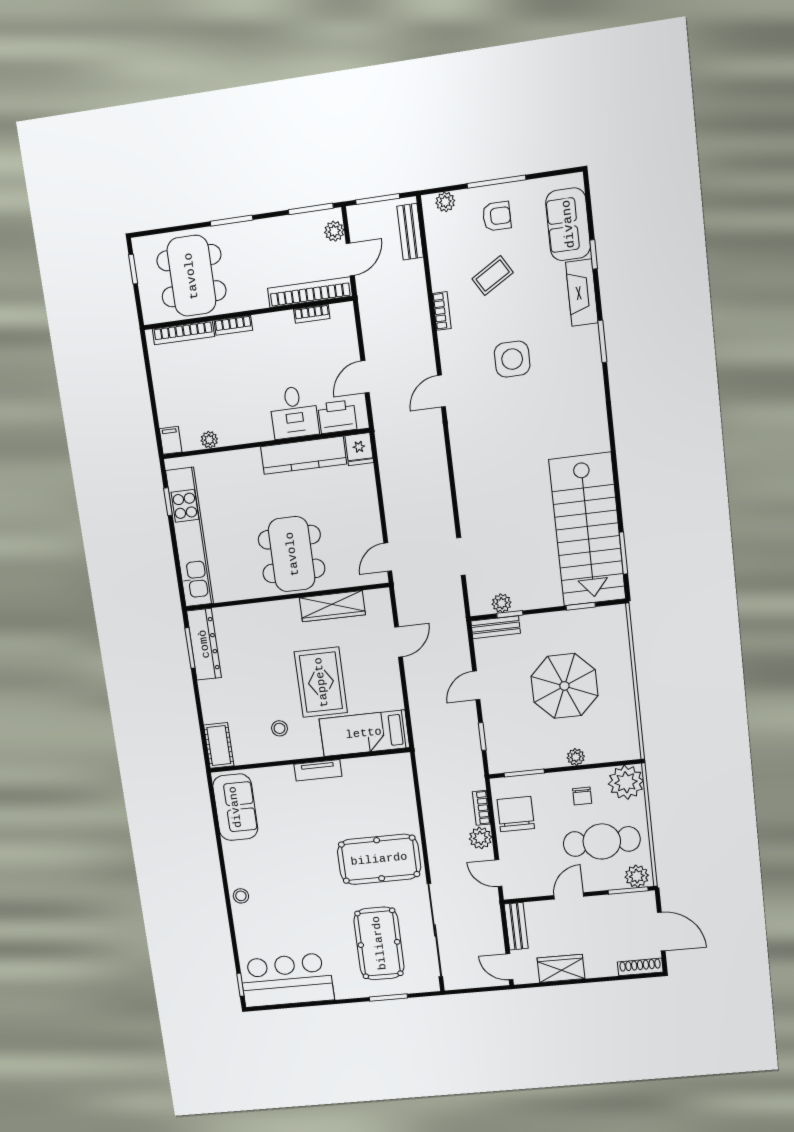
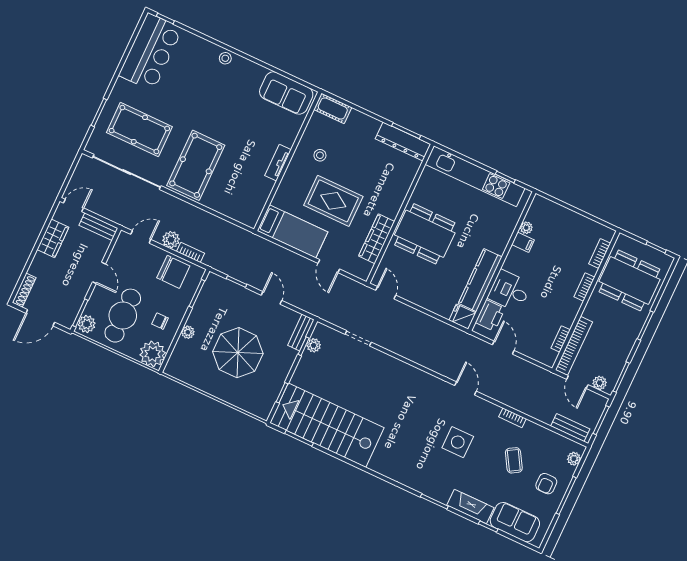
bookcase: (183, 333) -> (600, 254), width x0.64
filing cabinet: (171, 440) -> (523, 242), moved
bed: (364, 733) -> (292, 231), moved, turned 90

